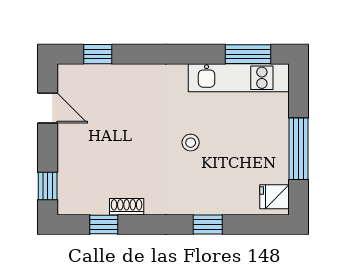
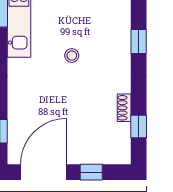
door: (48, 108) -> (44, 172), width x1.87
window: (48, 186) -> (91, 172), moved

